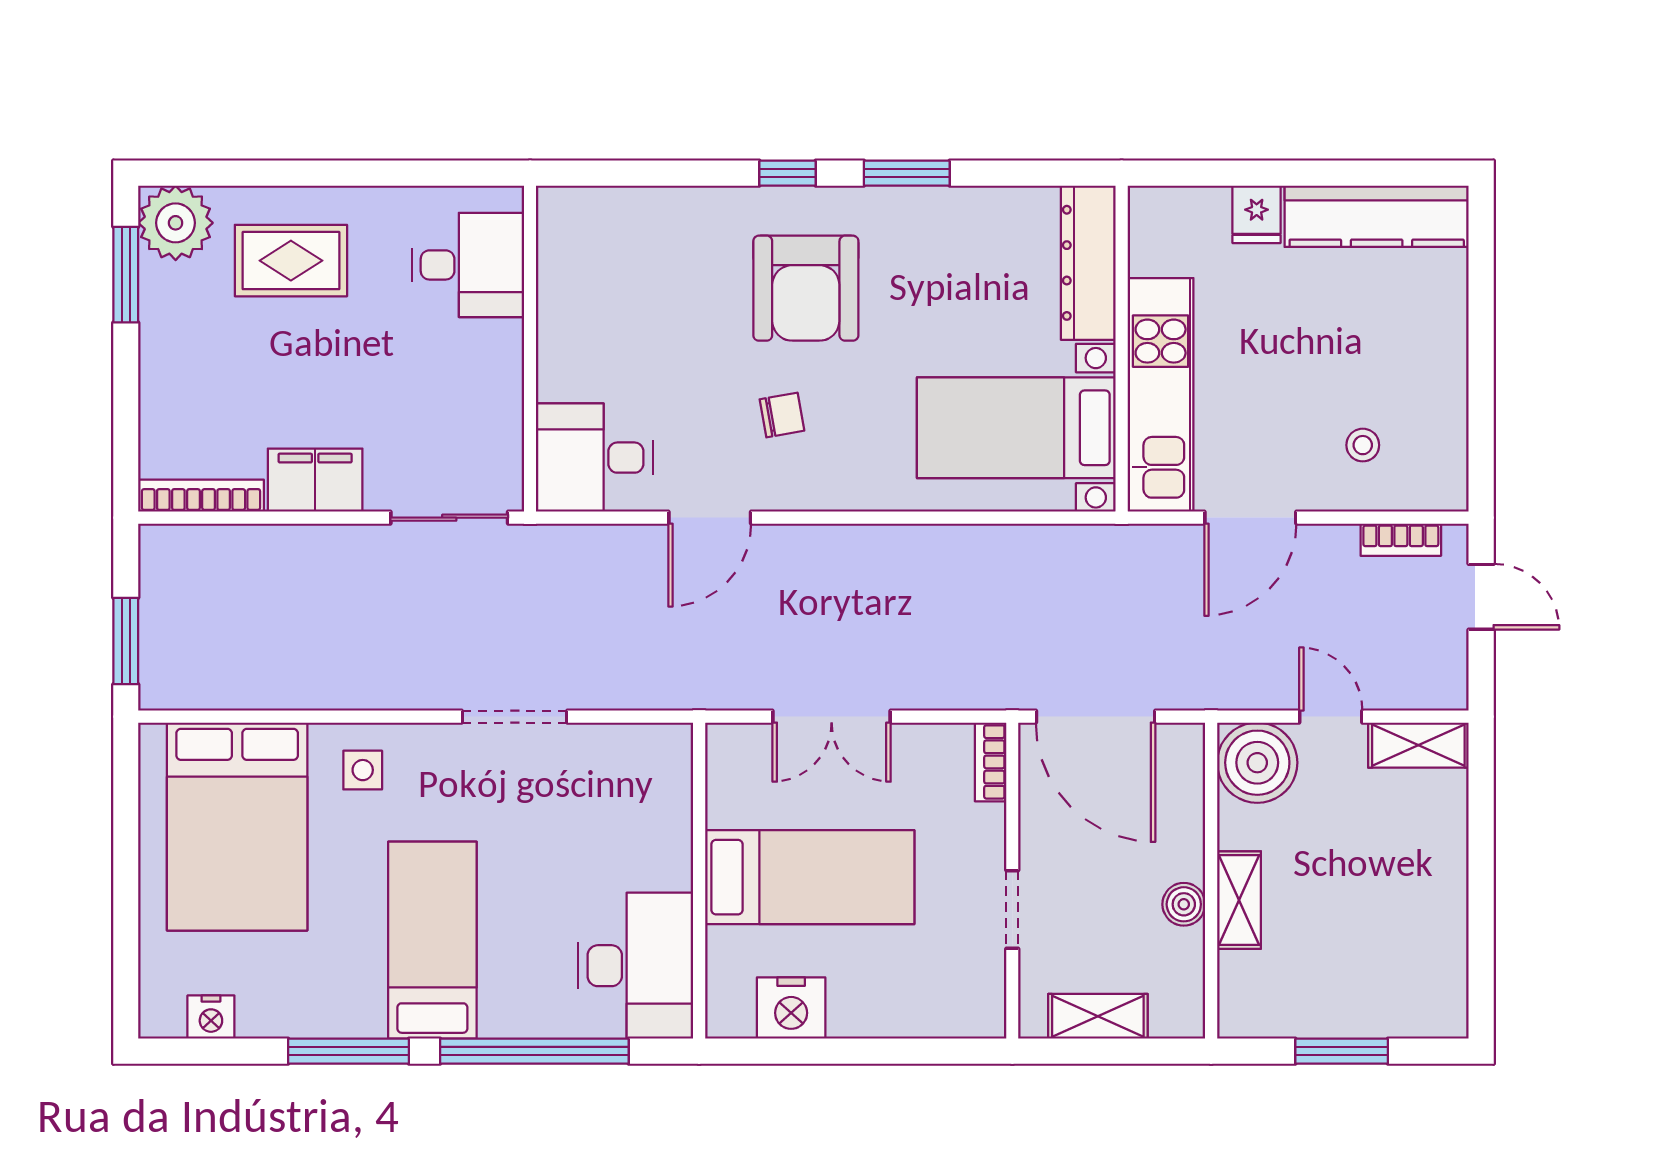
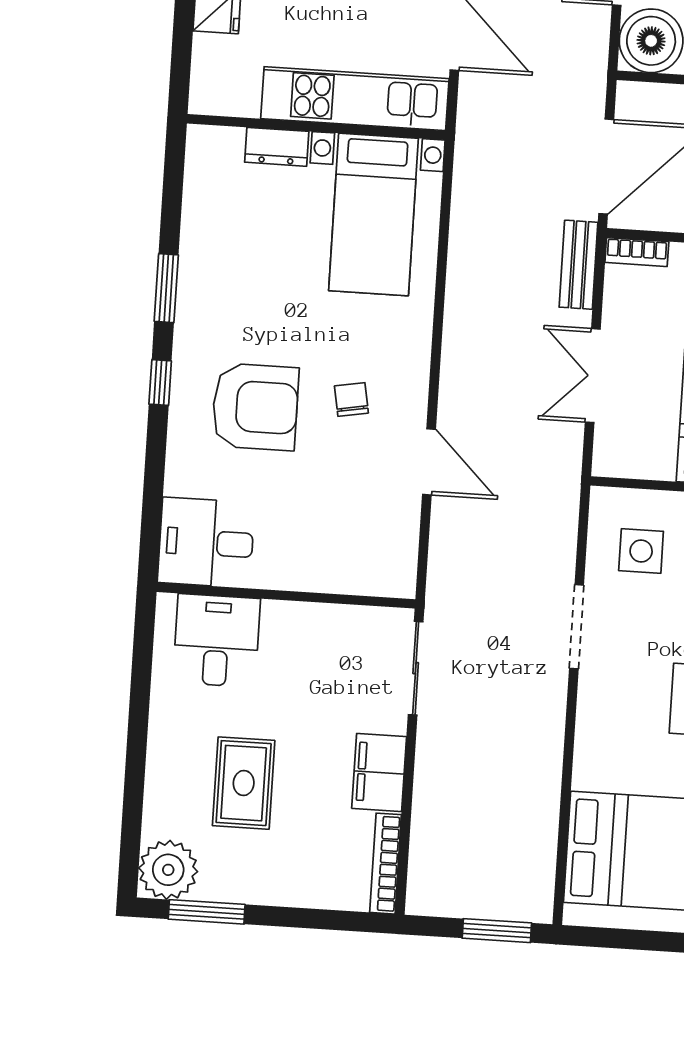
rug: (291, 261) -> (244, 783), moved
dresser: (1088, 263) -> (277, 147), width x0.51, depth x0.80
armchair: (806, 288) -> (255, 407), moved
desk: (594, 458) -> (206, 543), moved, turned 90
bench: (970, 690) -> (578, 265), added
double door: (832, 717) -> (593, 376), swing flipped
side table: (363, 770) -> (641, 551), moved, width x1.37, depth x1.37

